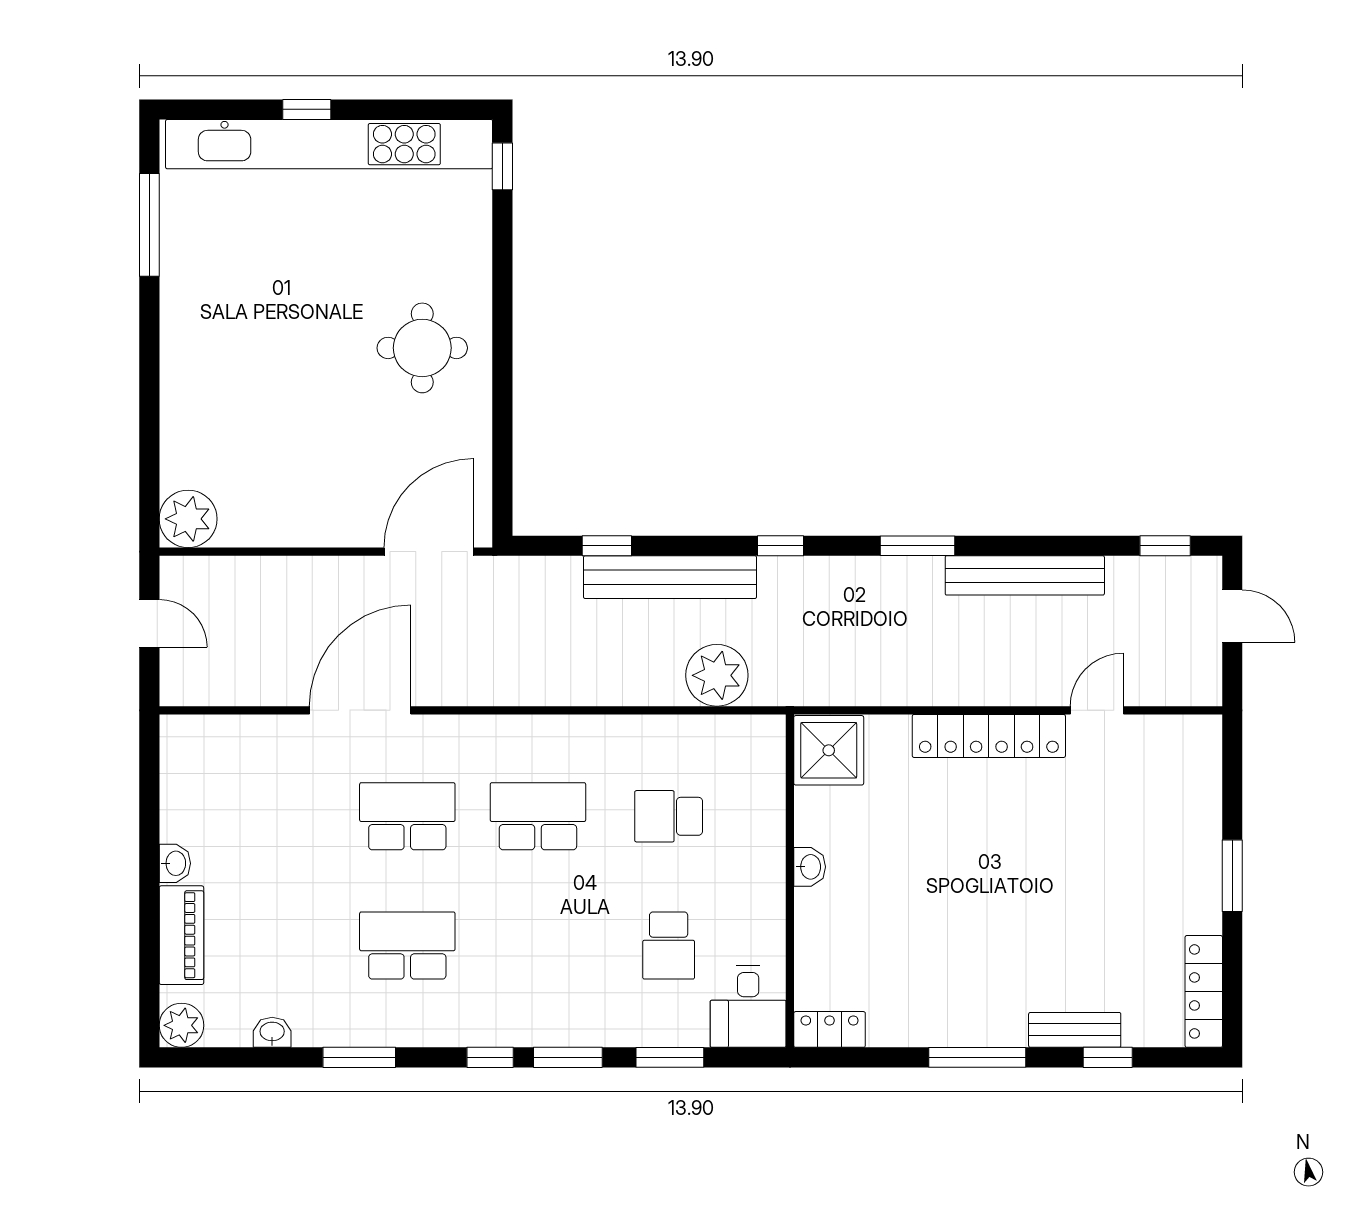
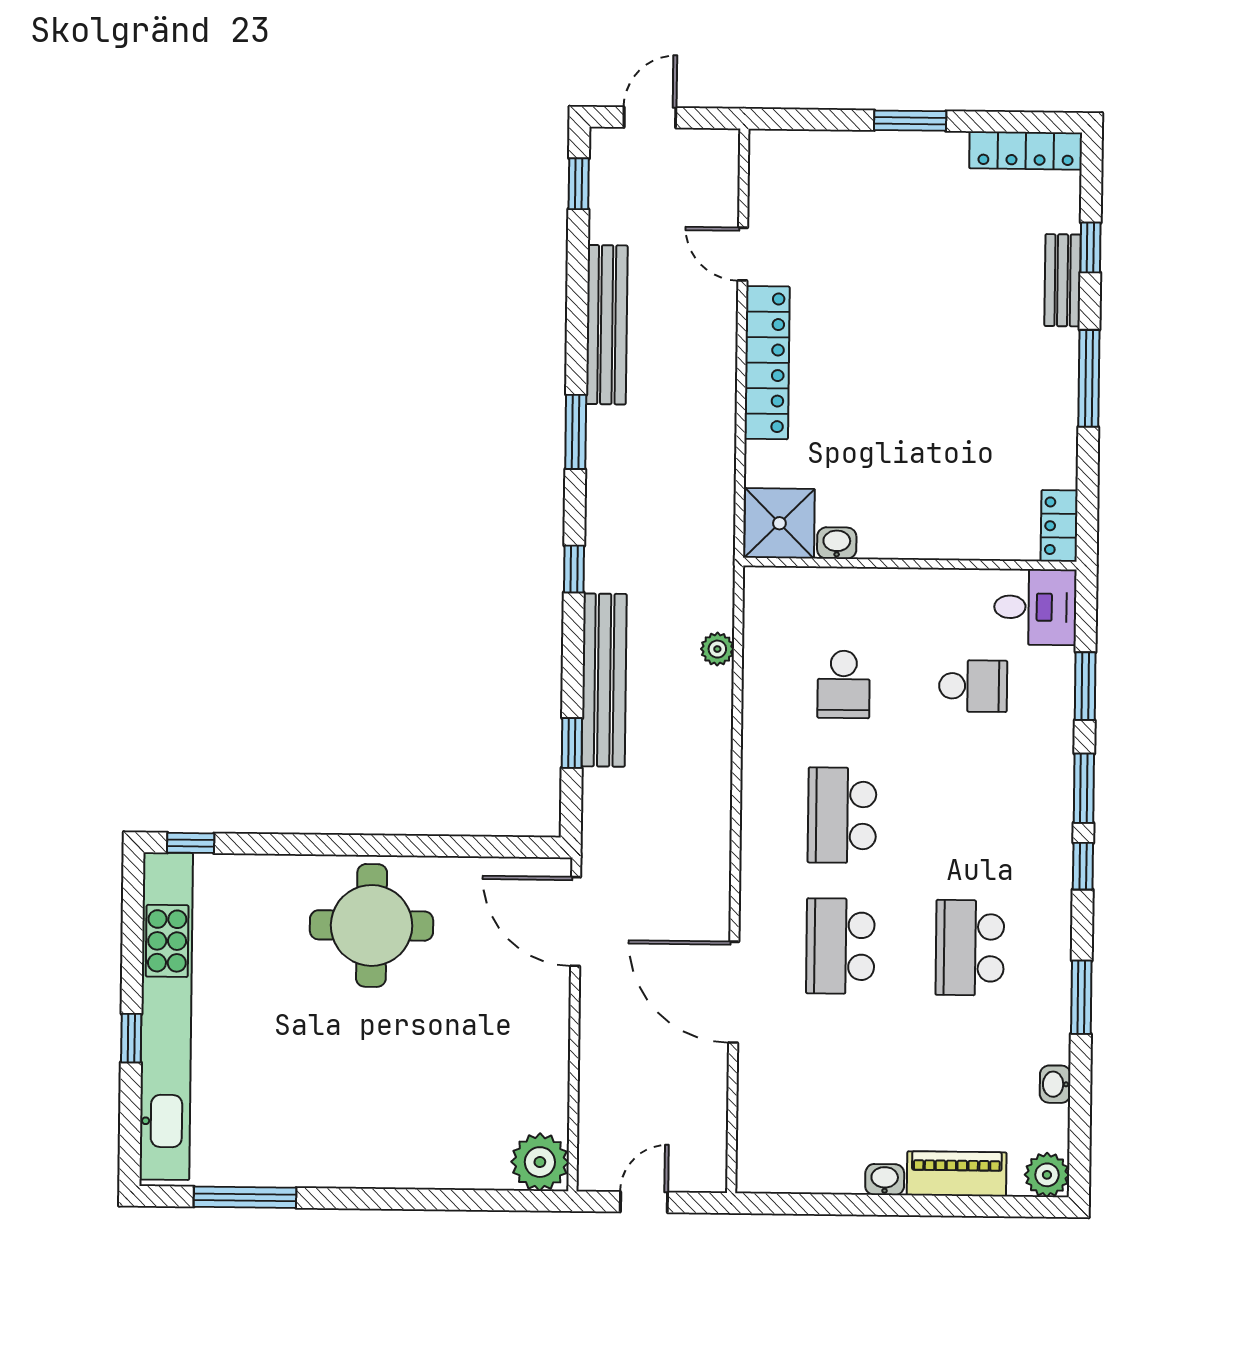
round table: (422, 348) -> (372, 925), width x1.36, depth x1.36
plant: (717, 675) -> (717, 649), width x0.53, depth x0.53
washbasin: (810, 867) -> (837, 543), moved

